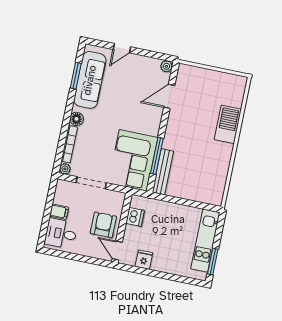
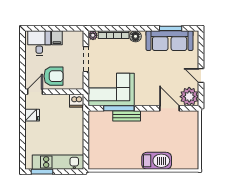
door: (122, 48) -> (201, 75), moved
plant: (166, 66) -> (189, 97), width x1.88, depth x1.88
bench: (163, 172) -> (127, 116), moved, width x0.73
dishwasher: (135, 217) -> (77, 101), moved

